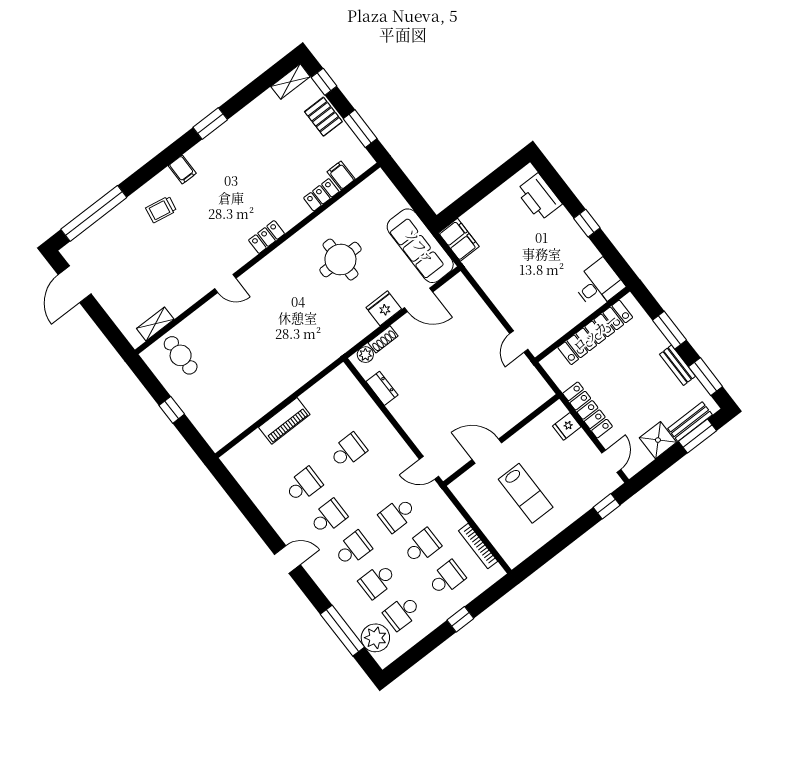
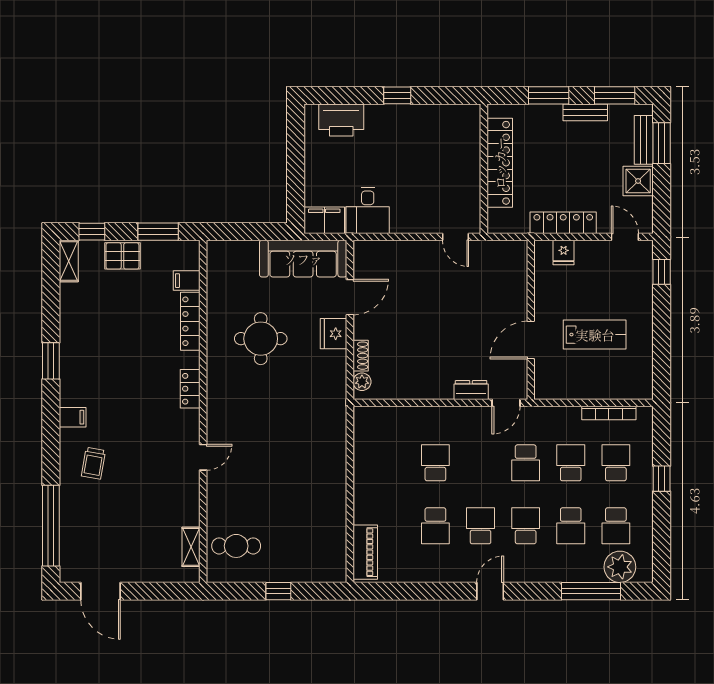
locker: (321, 195) -> (190, 321), width x1.53
desk: (598, 284) -> (368, 210), moved, turned 180
dresser: (382, 388) -> (471, 390), moved
piano: (284, 421) -> (365, 552), moved
school desk: (304, 485) -> (435, 526), turned 180

